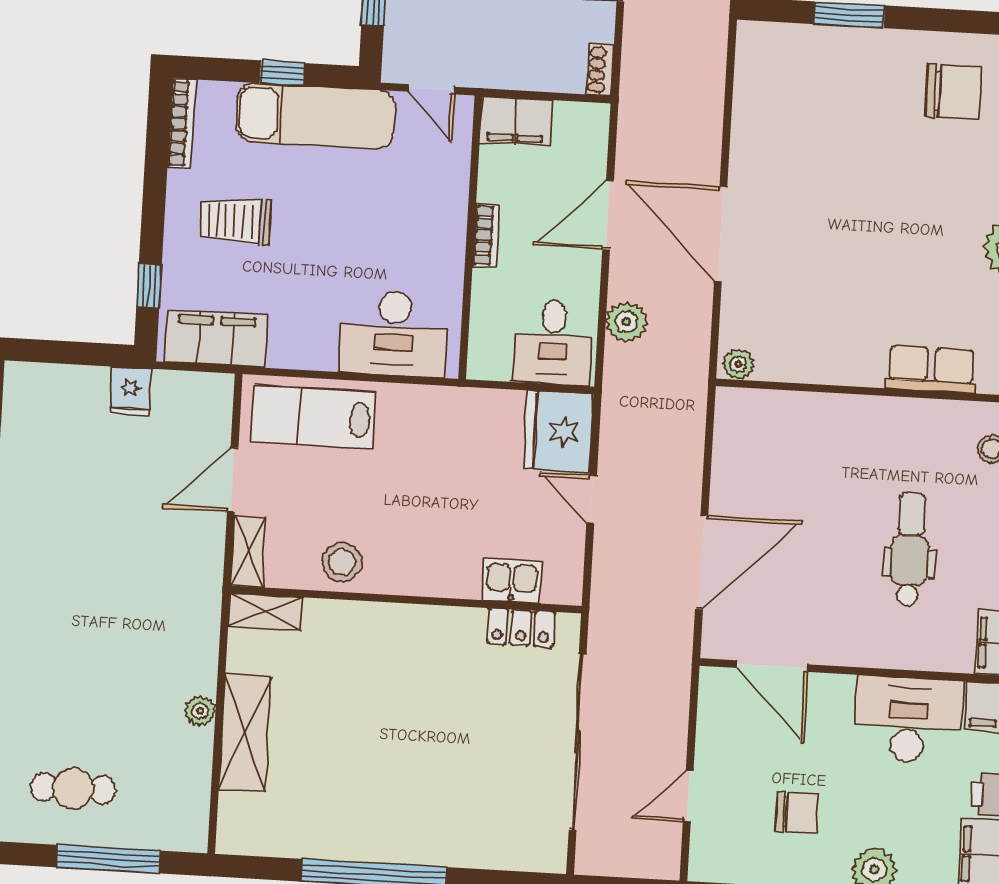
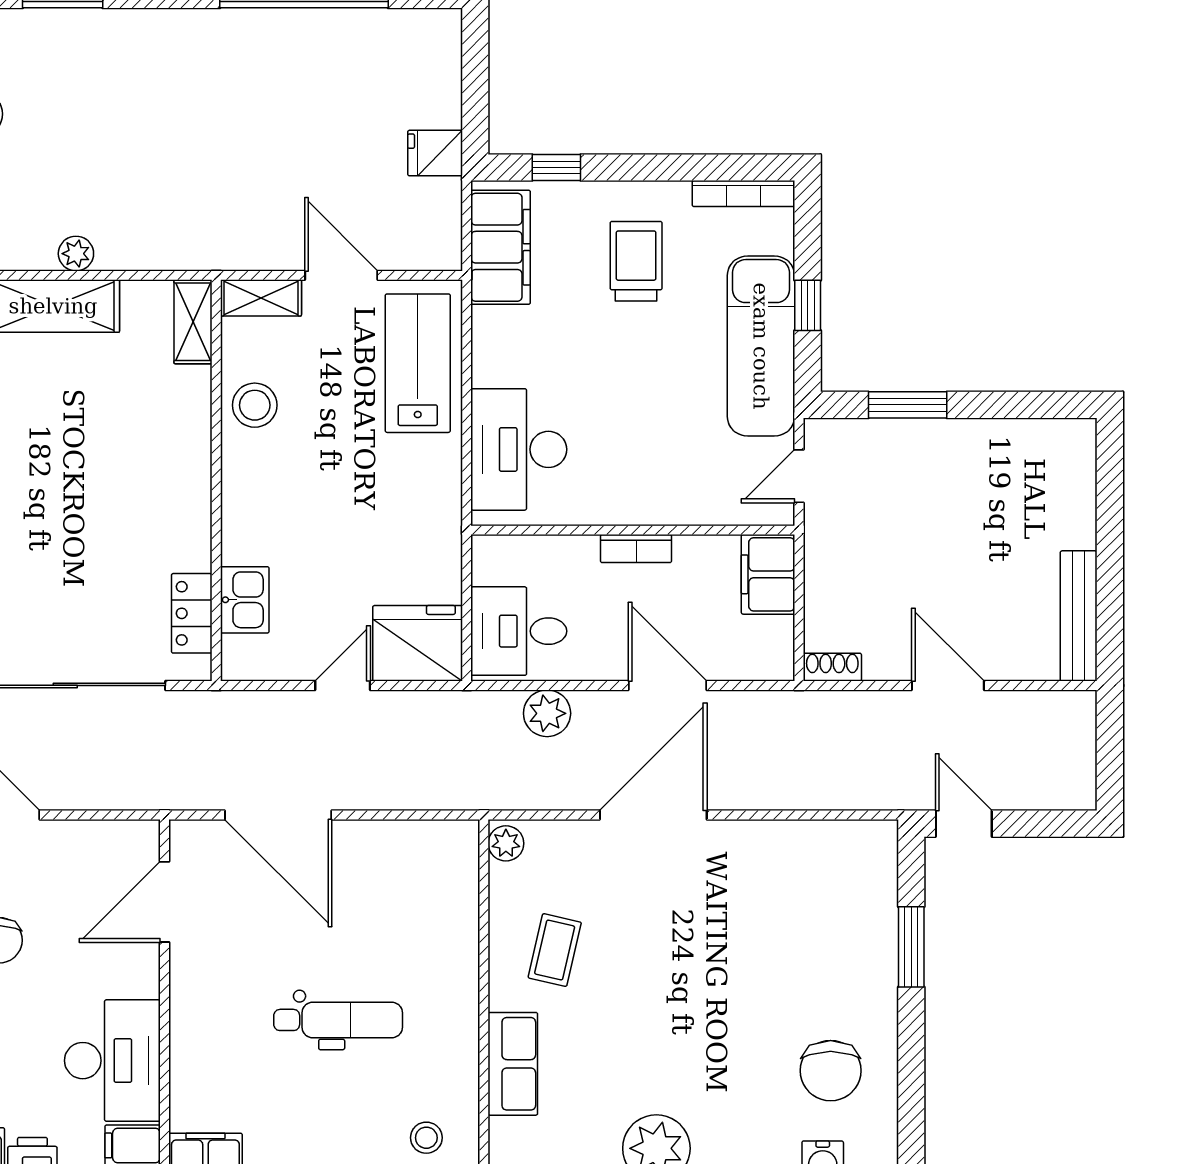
coffee table: (834, 327) -> (555, 950), added
dental chair: (910, 549) -> (338, 1020), moved

